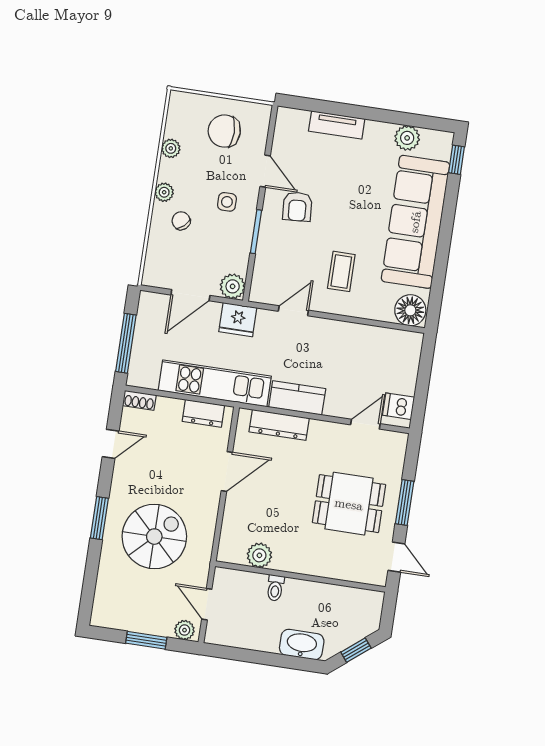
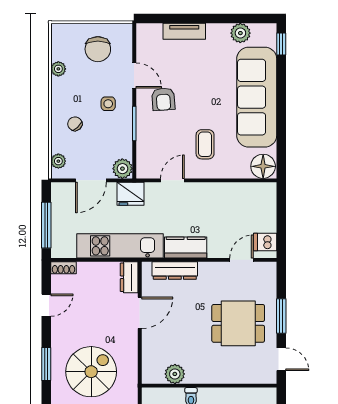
chair: (224, 131) -> (98, 49), turned -90
plant: (164, 192) -> (58, 161), moved
dresser: (203, 413) -> (129, 277), moved, turned 90

